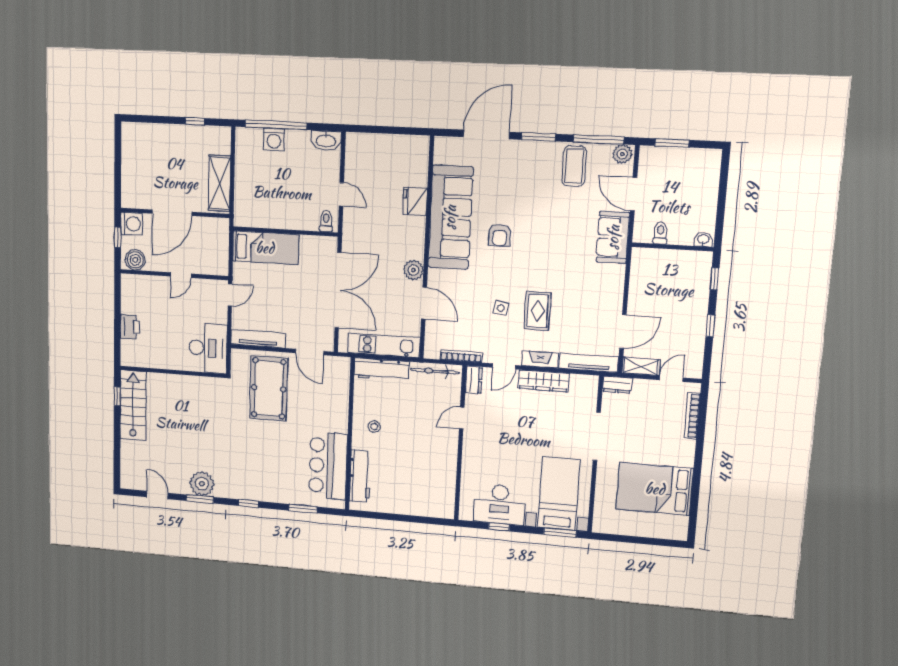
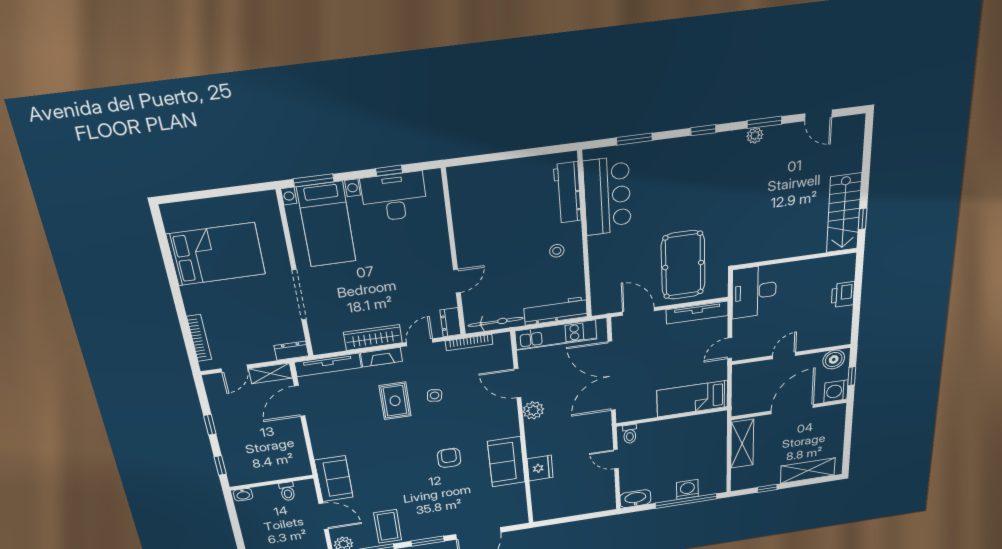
shelving: (155, 134) -> (808, 471), added
sofa: (450, 217) -> (506, 462), width x0.54, depth x0.79
plant: (202, 484) -> (755, 135), width x0.53, depth x0.53

